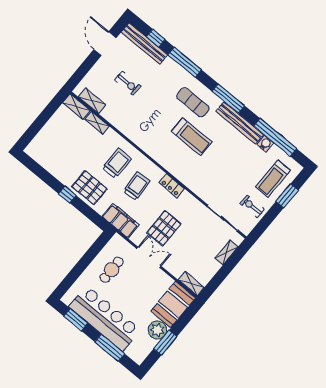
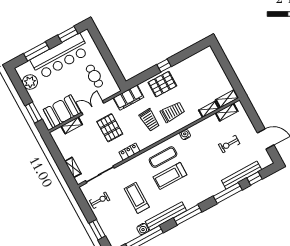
bench: (144, 44) -> (242, 175), moved
exercise mat: (193, 102) -> (163, 157), moved
water cooler: (137, 138) -> (185, 135), added
trolley: (117, 163) -> (172, 112), turned -90
treadmill: (273, 179) -> (137, 198), moved
locker: (172, 186) -> (129, 152), moved
double door: (149, 257) -> (93, 108), swing flipped
shelving: (191, 284) -> (72, 125), moved
booth: (173, 305) -> (62, 111), moved, turned 90
plant: (157, 330) -> (30, 82), moved
window: (165, 343) -> (34, 113), moved

